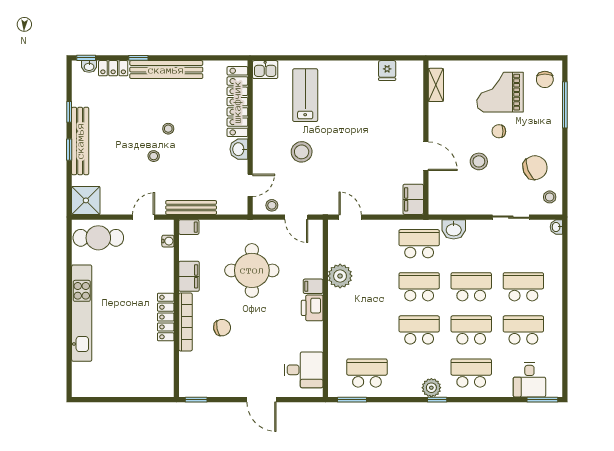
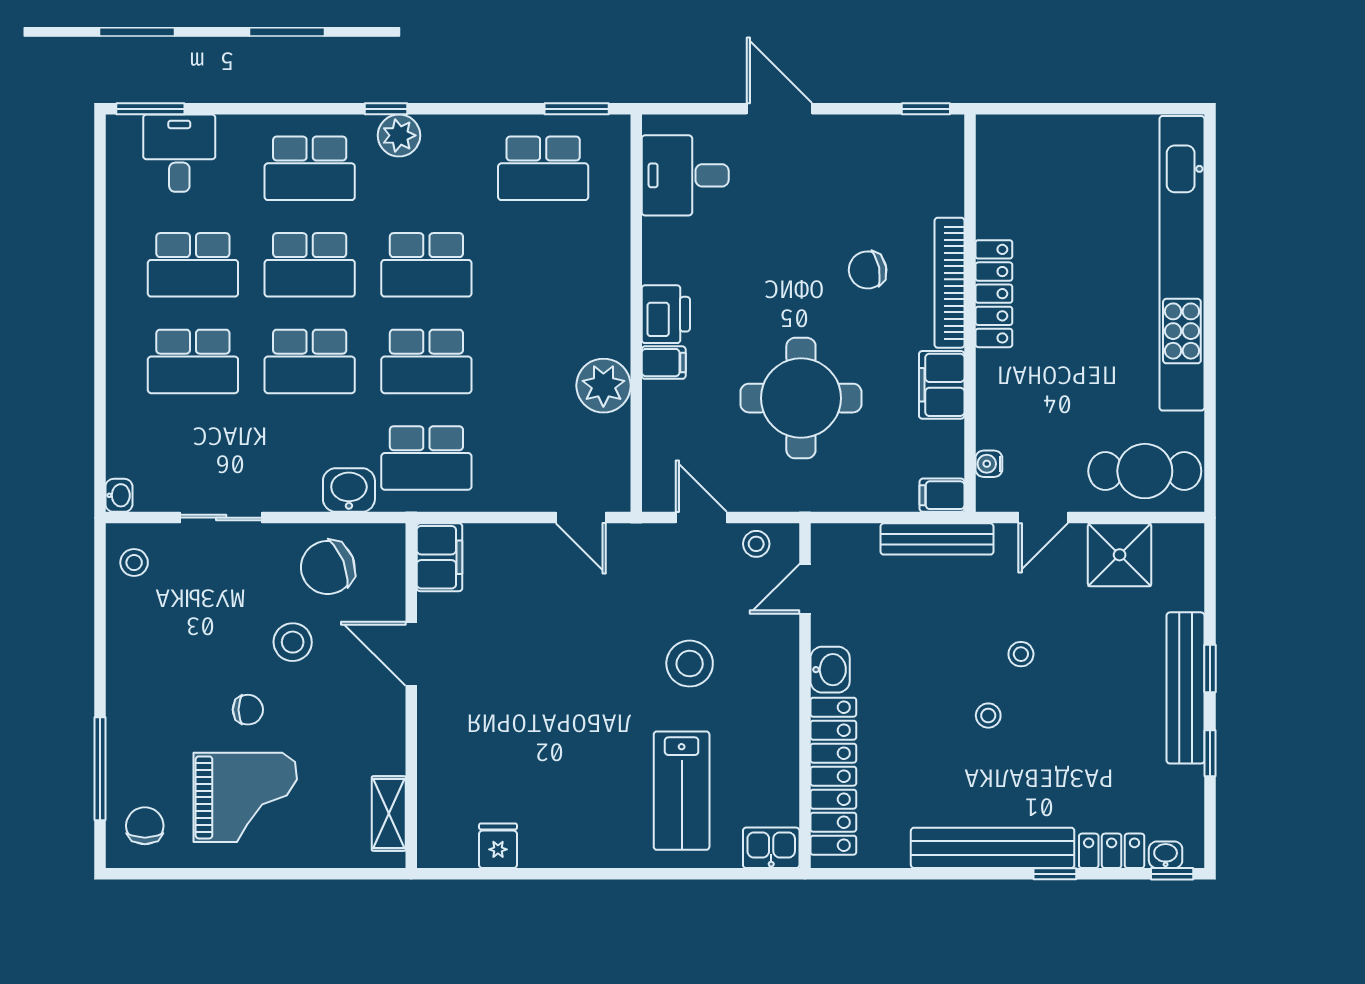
chair: (535, 168) -> (328, 567), moved
shower: (86, 200) -> (1120, 555), moved
kitchen unit: (82, 313) -> (1182, 263), width x1.36

